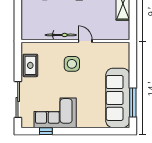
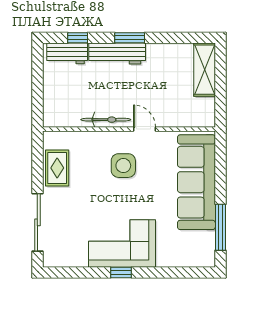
sofa: (118, 98) -> (196, 182), moved
corner sofa: (55, 113) -> (122, 244), moved
window: (46, 131) -> (121, 273), moved

